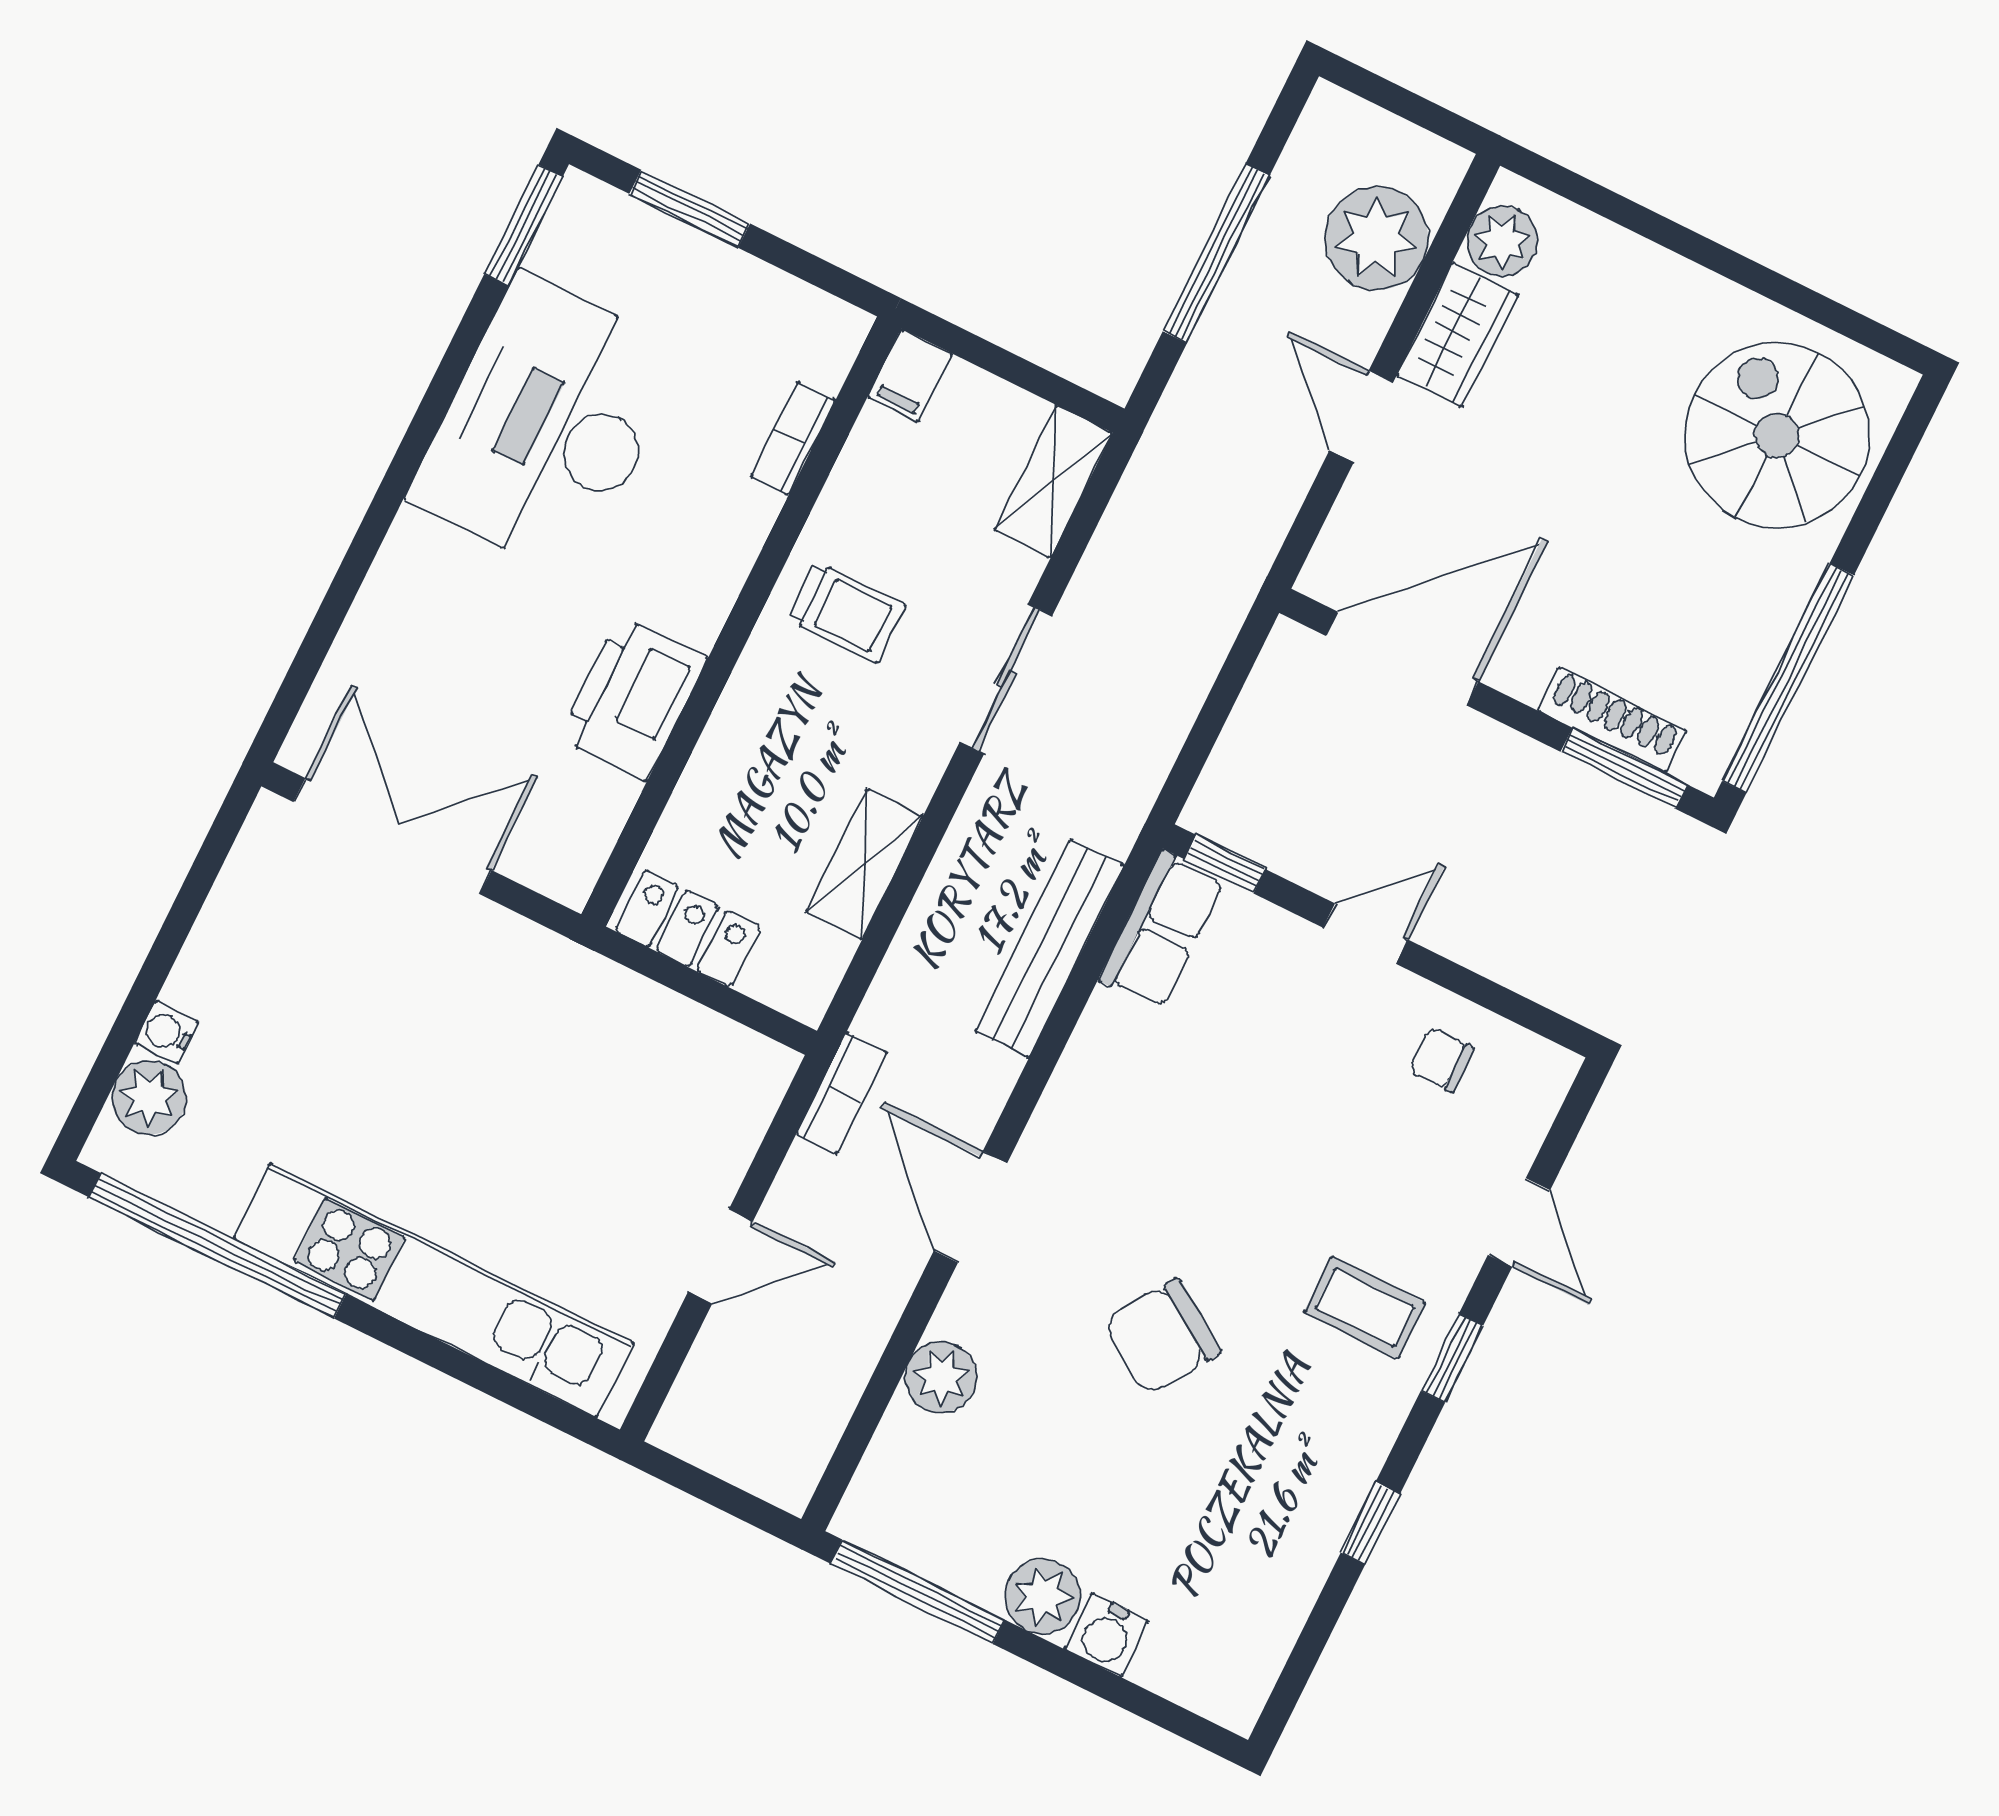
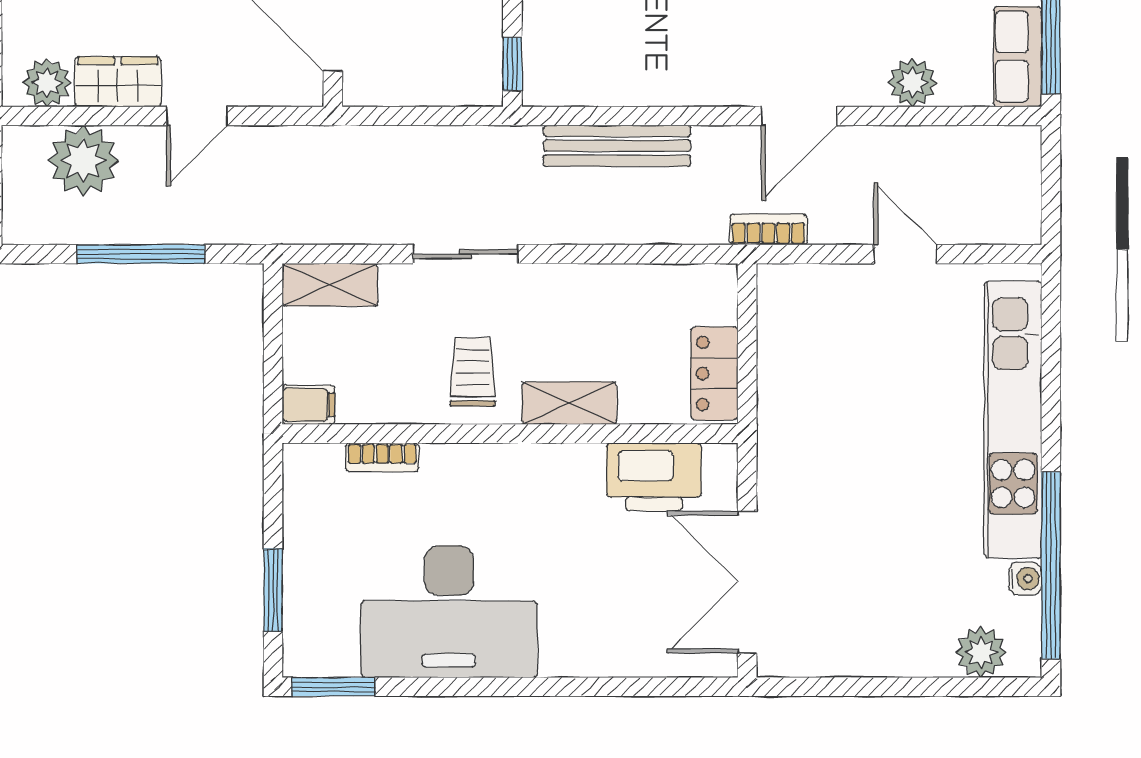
printer: (633, 698) -> (654, 477), moved
shelving: (865, 864) -> (569, 403), moved
row of seats: (1162, 930) -> (1018, 57), moved, turned -90
water cooler: (167, 1032) -> (1025, 579), moved, turned -90

